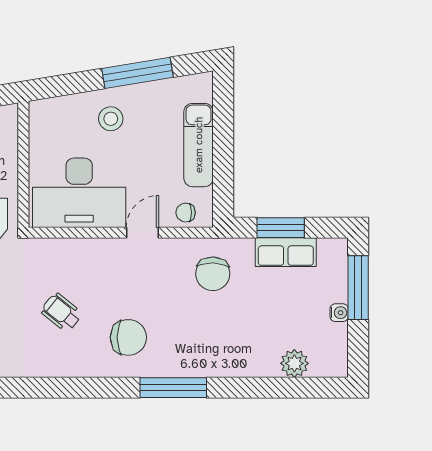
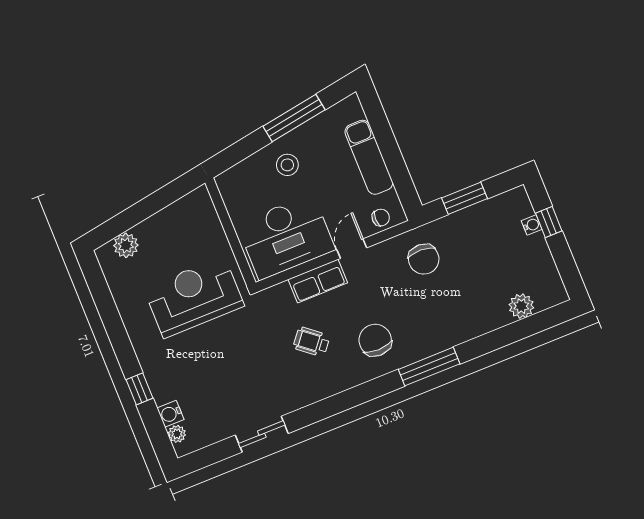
chair: (186, 213) -> (381, 218), turned 180
row of seats: (286, 252) -> (318, 281), moved
window: (358, 288) -> (549, 222), width x0.46
water cooler: (339, 313) -> (532, 225), moved
chair: (128, 337) -> (375, 340), turned -90

